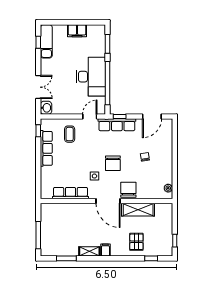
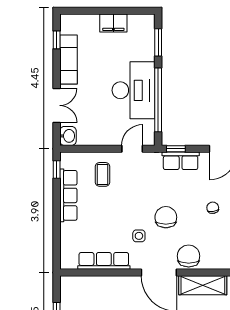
exam couch: (46, 41) -> (68, 60), moved
row of seats: (117, 125) -> (181, 161), width x0.68
chair: (113, 163) -> (166, 217), turned 180

